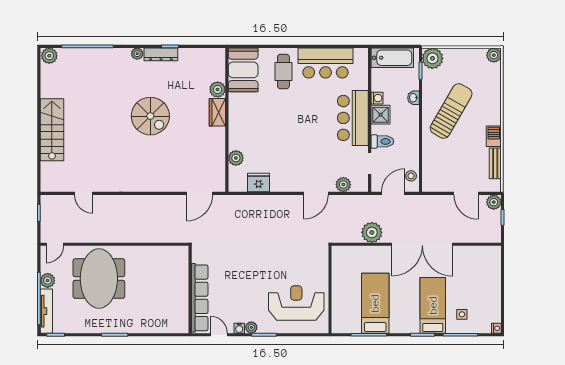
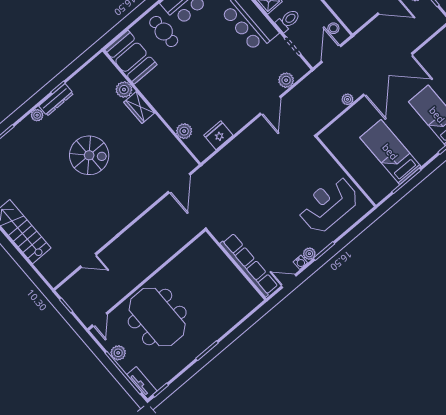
plant: (372, 232) -> (347, 99), width x0.53, depth x0.53
tv unit: (46, 311) -> (142, 383), width x0.71

